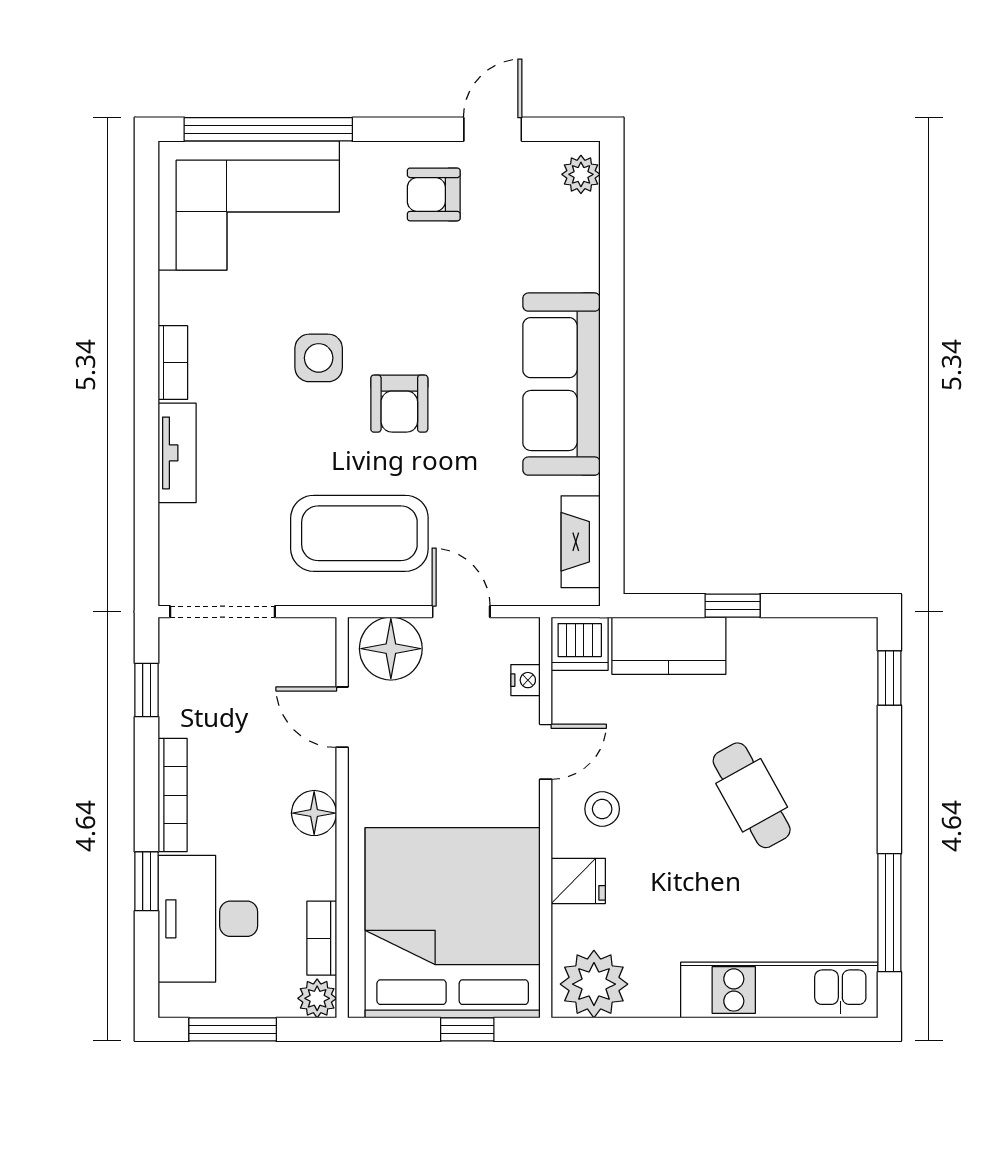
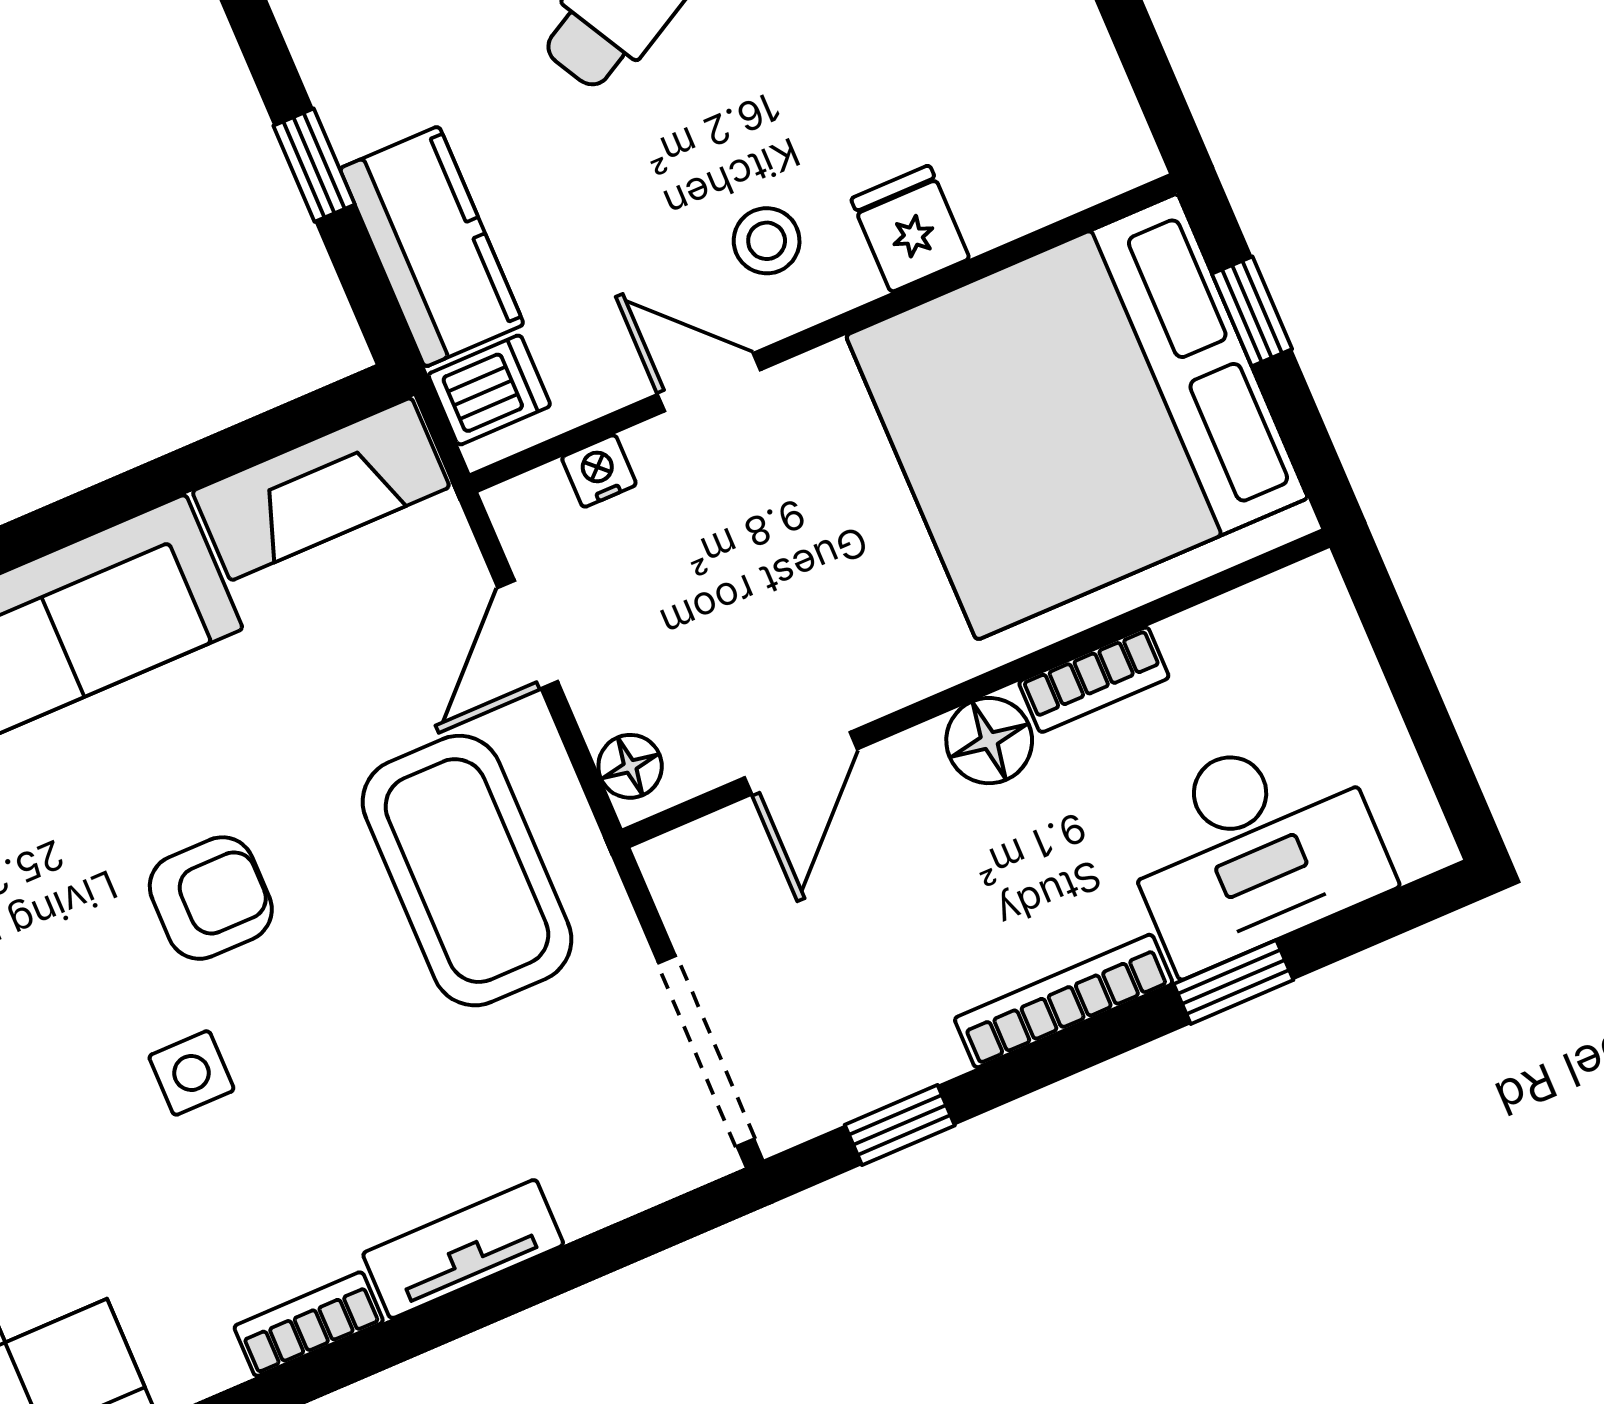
side table: (319, 358) -> (191, 1073), width x0.73, depth x0.73
fireplace: (581, 542) -> (321, 489), width x1.37, depth x1.32
dishwasher: (580, 644) -> (489, 390), width x0.73
floor lamp: (391, 649) -> (630, 766), width x0.53, depth x0.53
bookcase: (322, 938) -> (1094, 680), moved
plant: (594, 984) -> (1078, 124), removed
plant: (317, 998) -> (1310, 597), removed
window: (233, 1029) -> (1428, 721), removed

